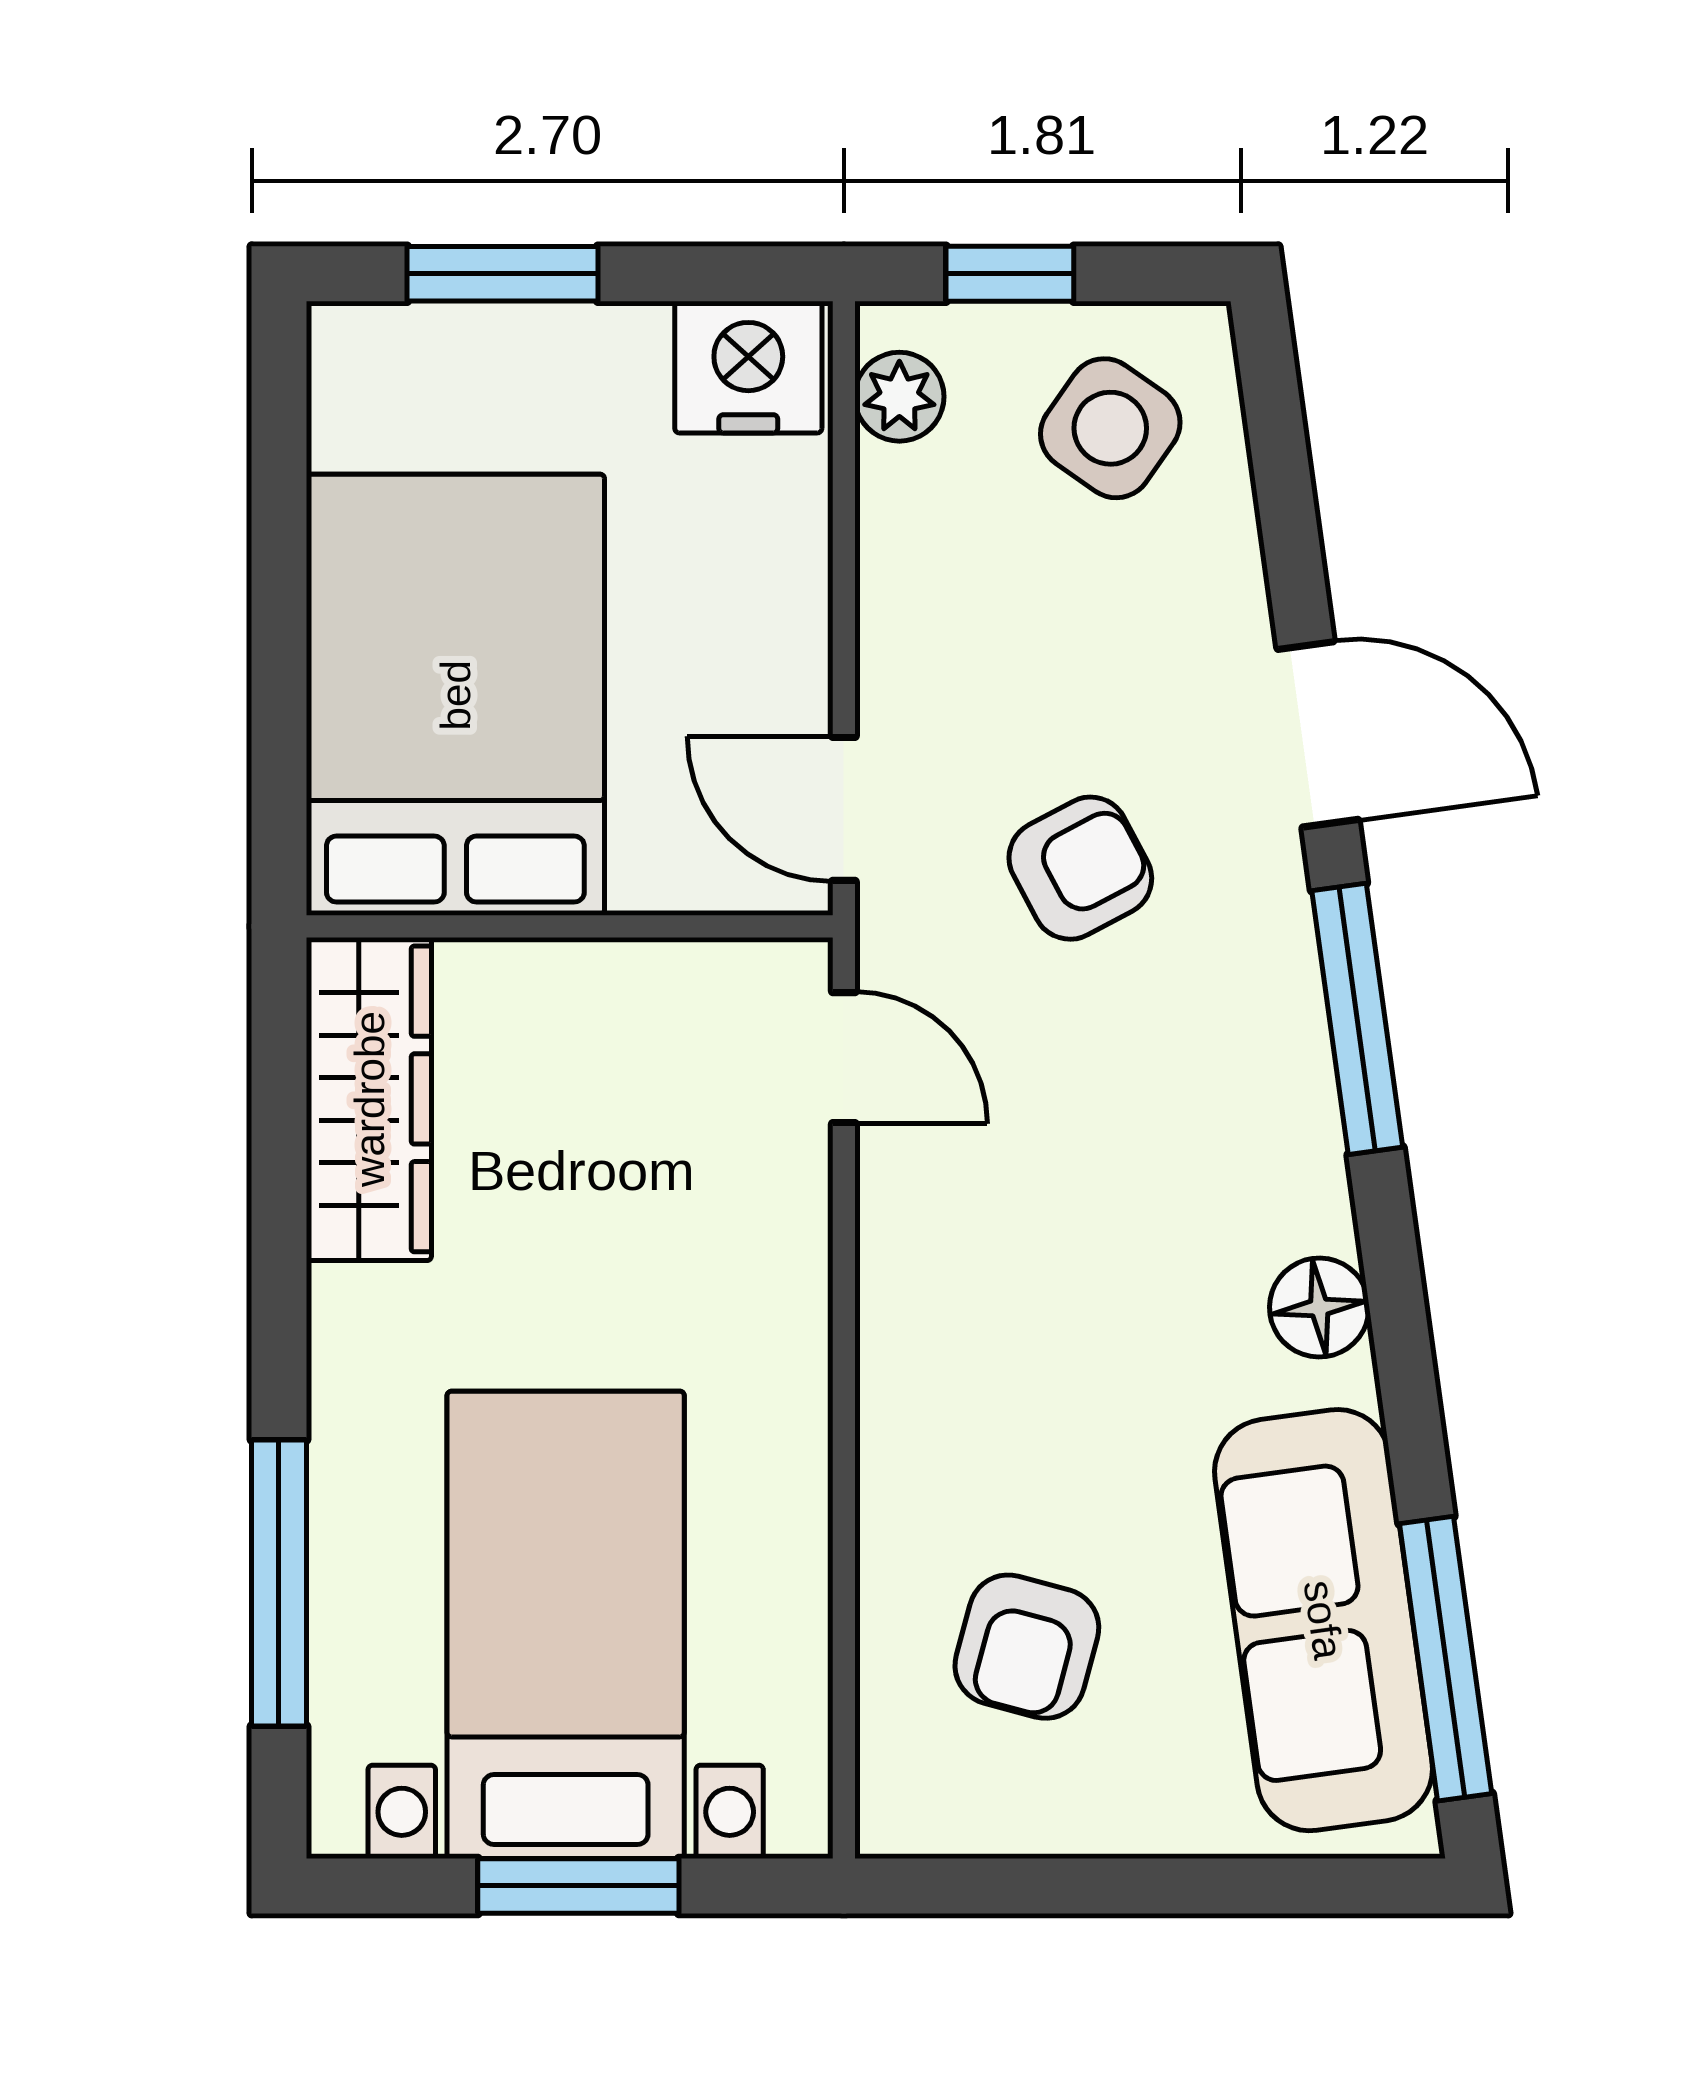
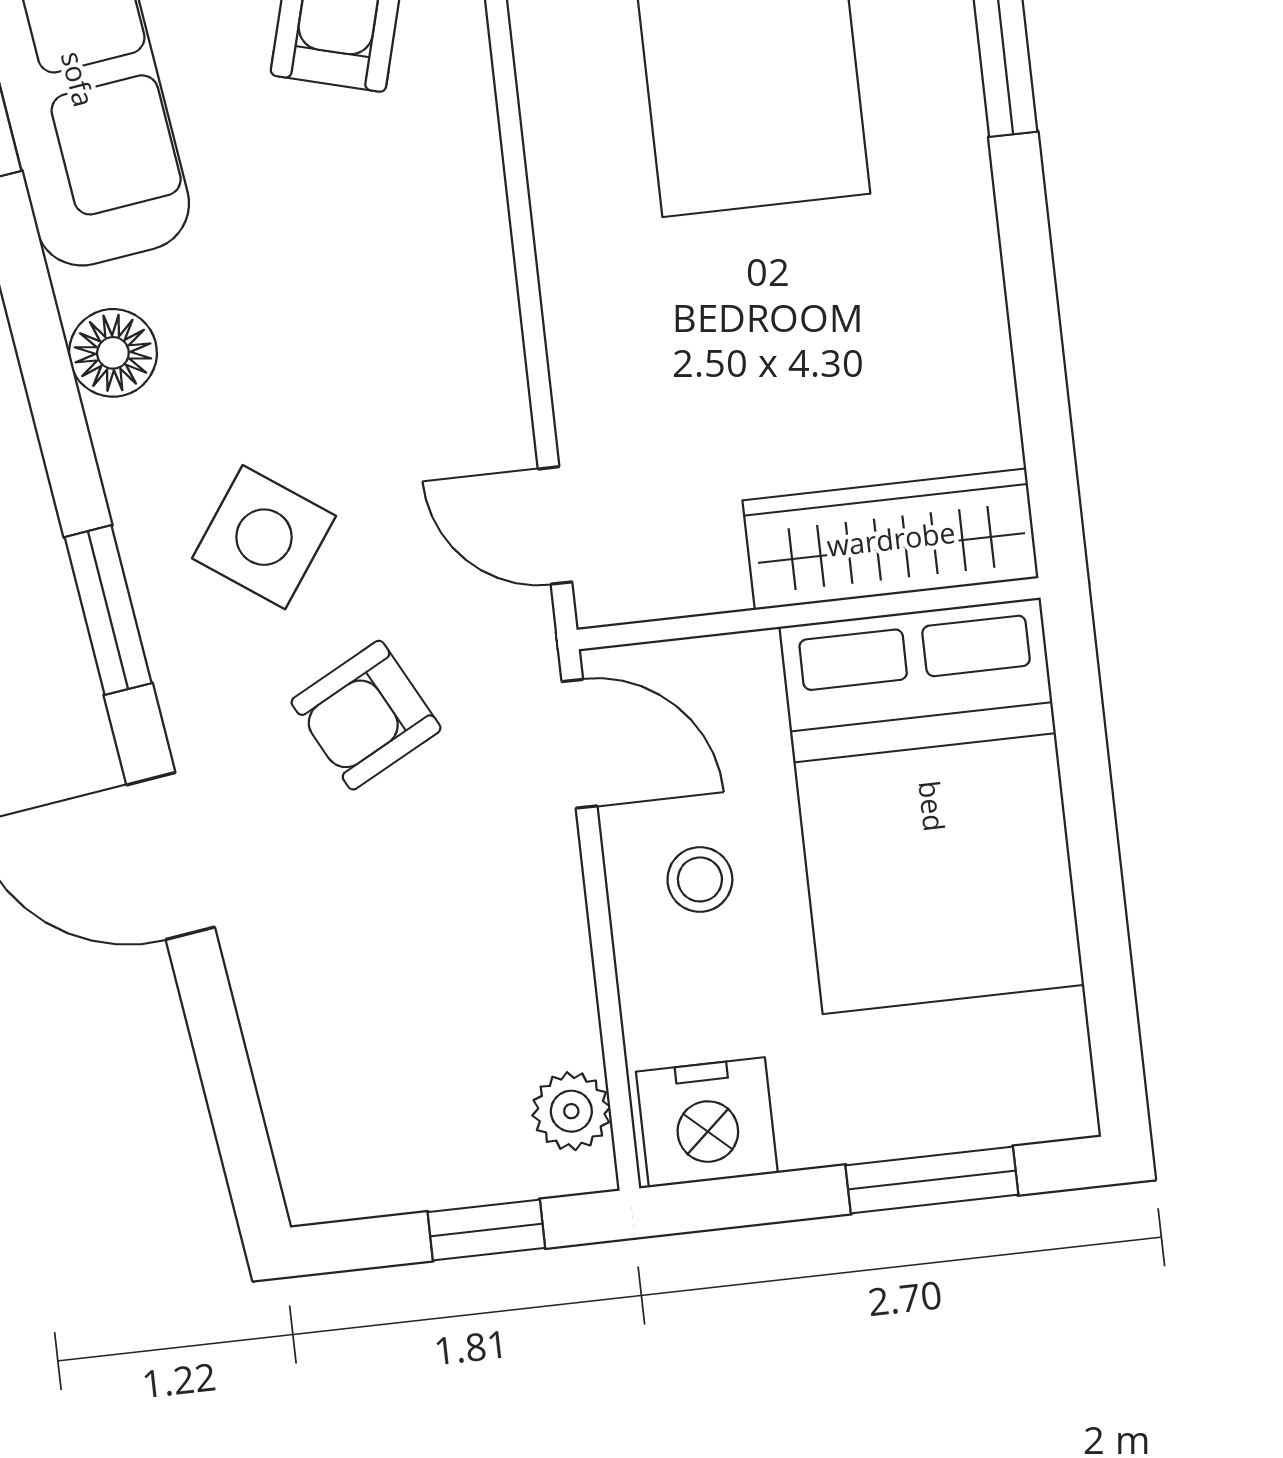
side table: (1110, 428) -> (264, 537), moved
stool: (725, 641) -> (700, 879), added
window: (1357, 1019) -> (108, 610), width x0.69
wardrobe: (369, 1099) -> (891, 539), moved, turned 90

